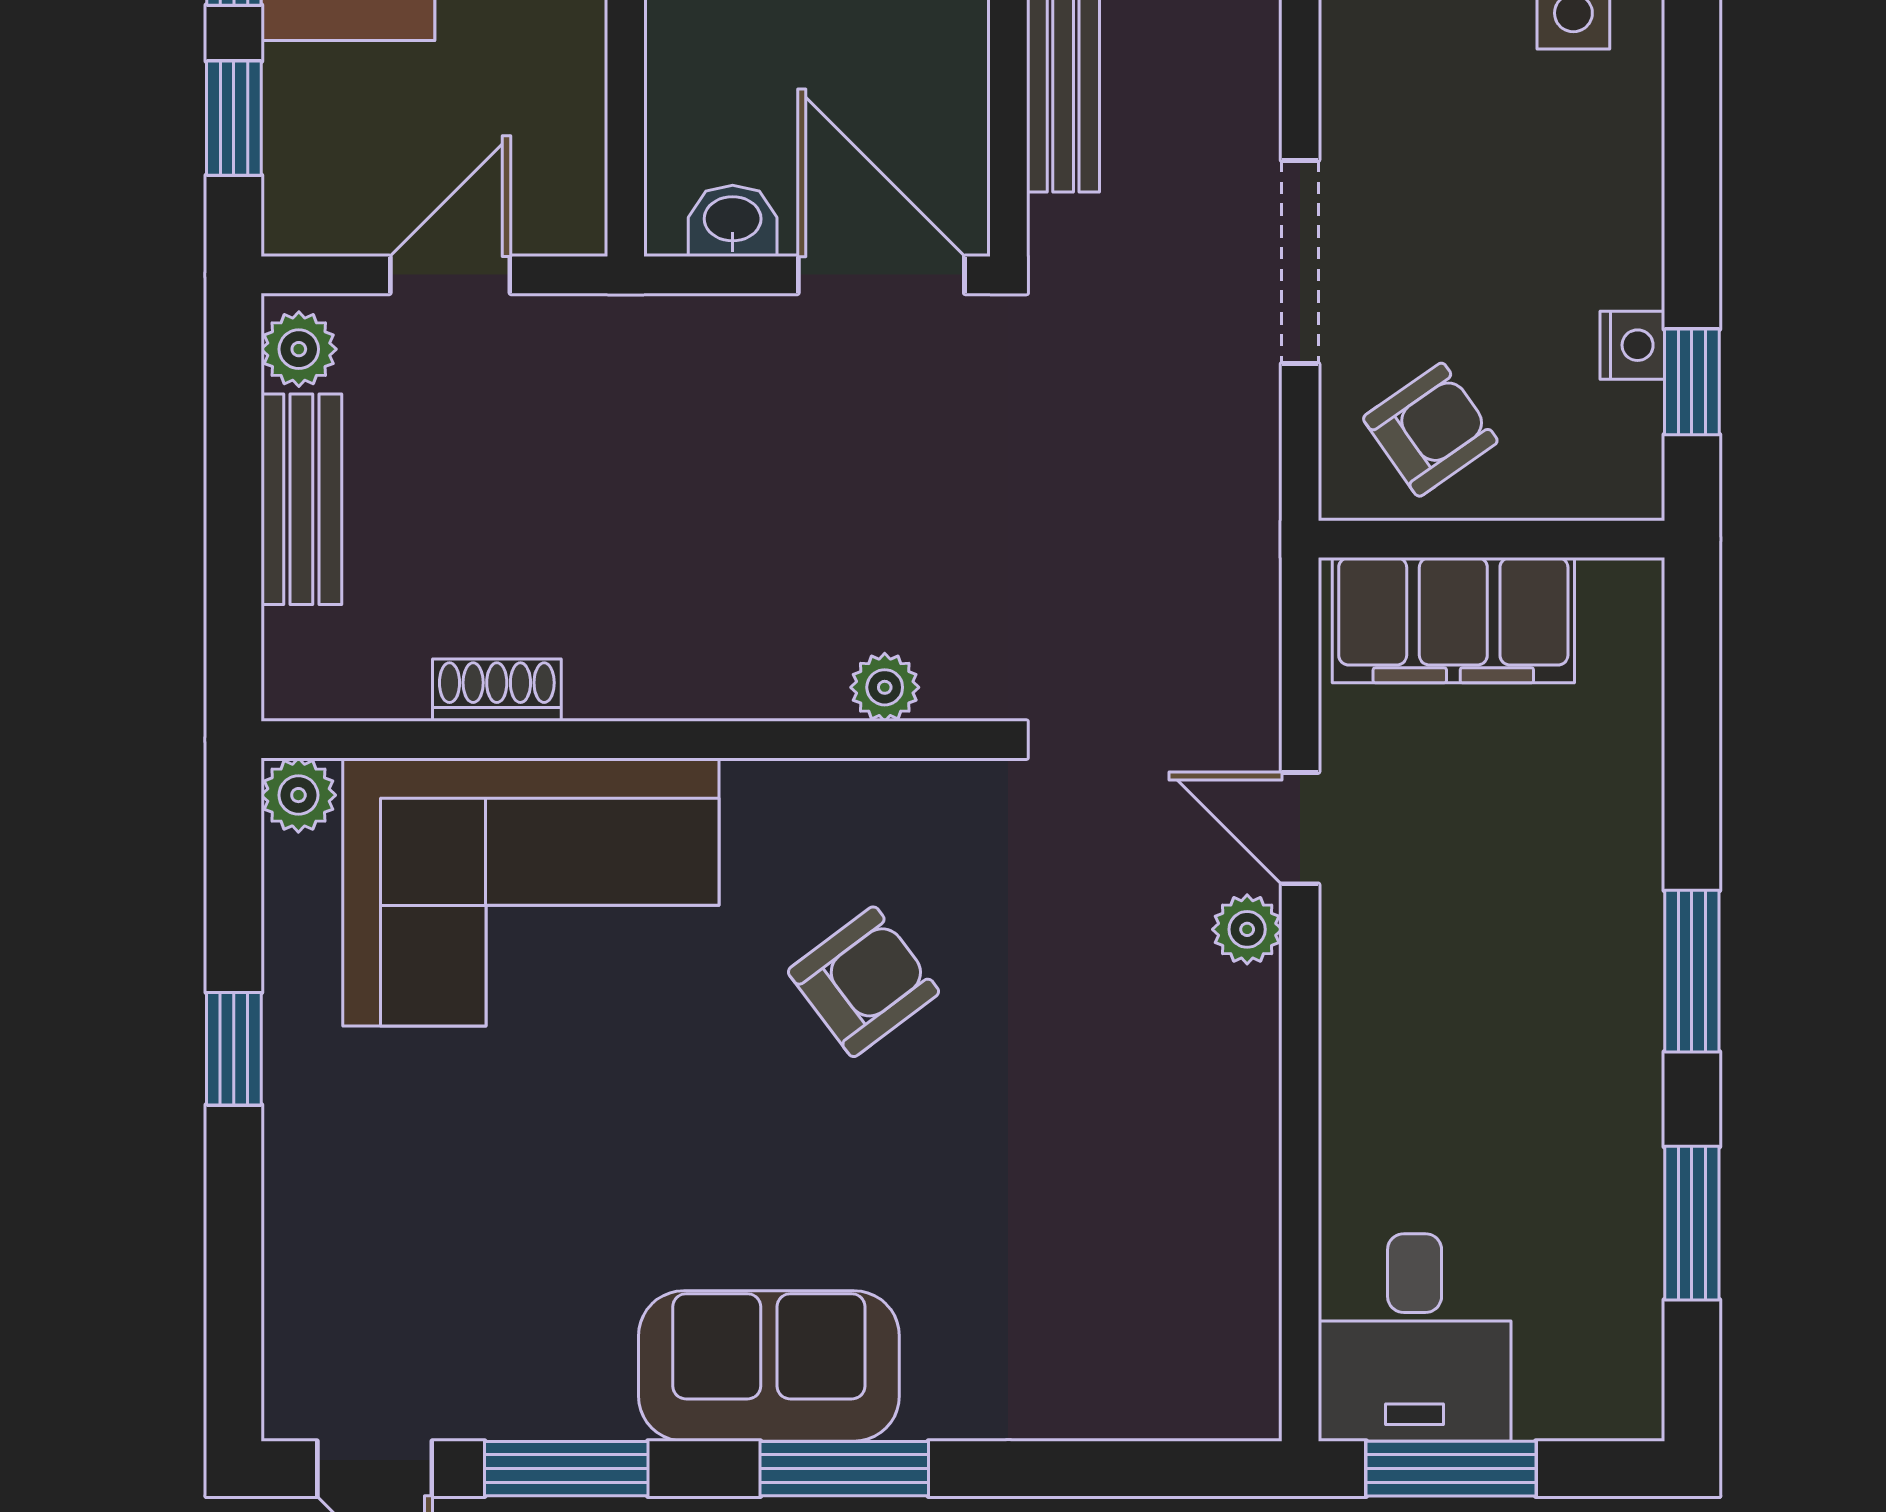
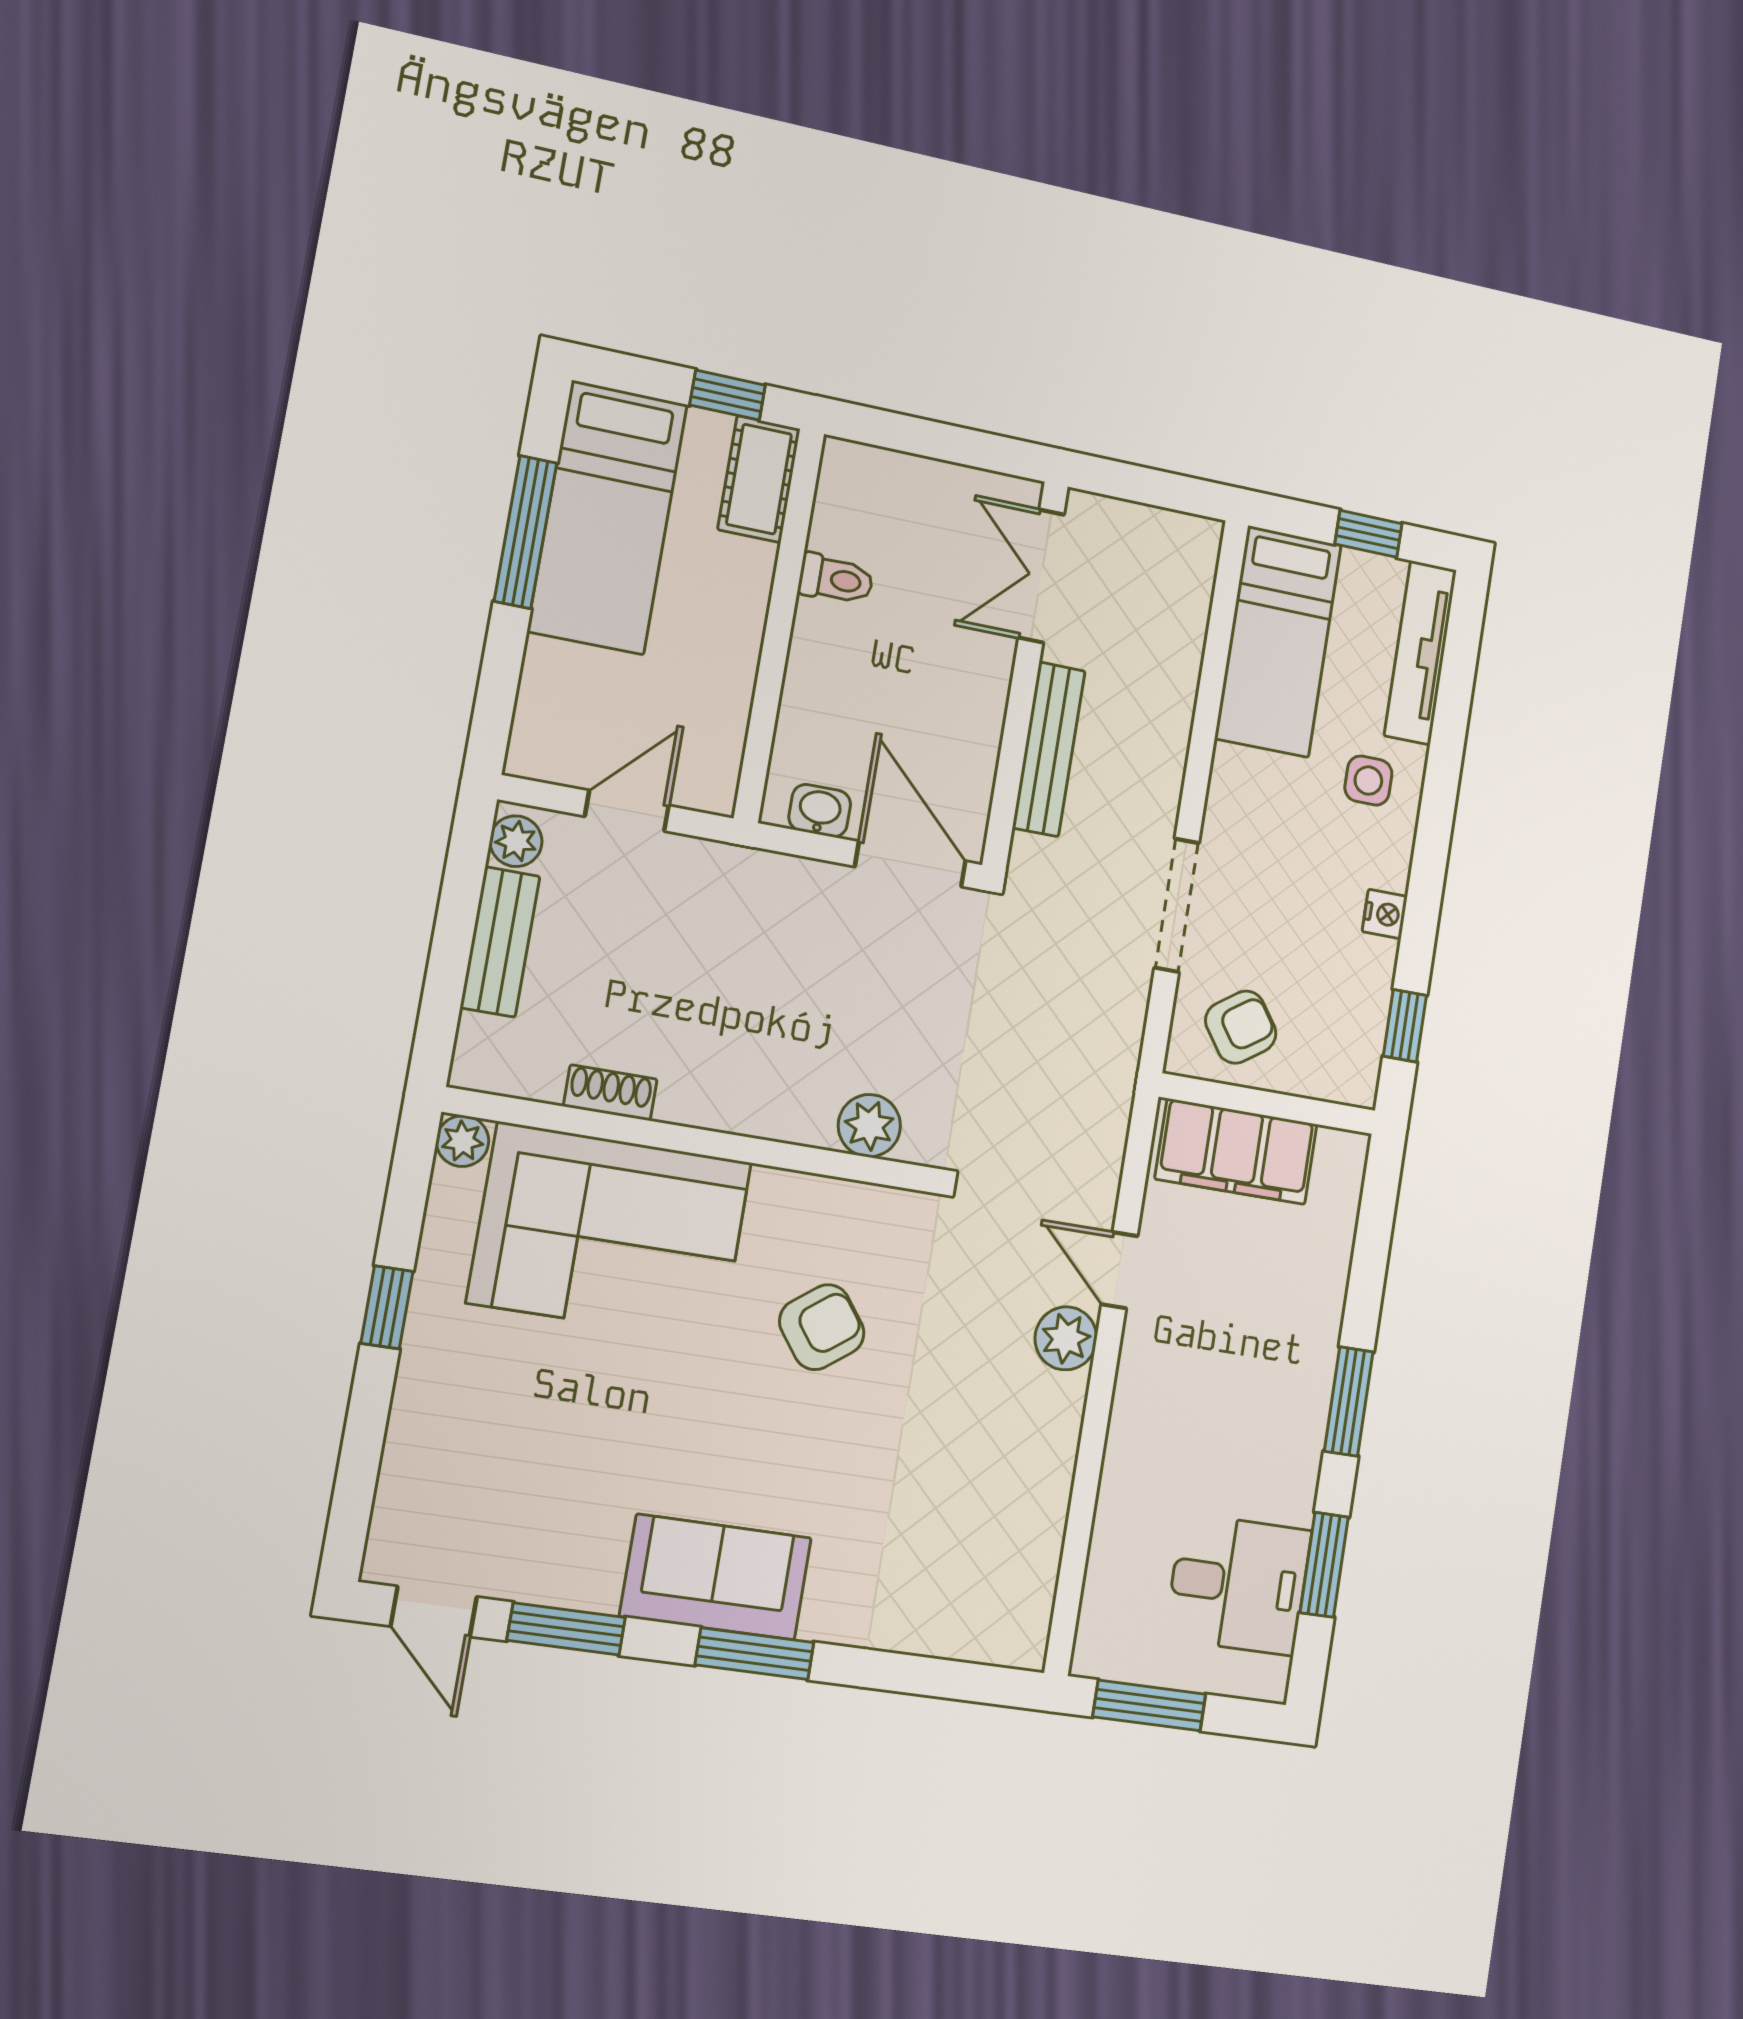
window: (234, 118) -> (499, 679), removed
nightstand: (1632, 345) -> (1385, 914), moved
plant: (885, 687) -> (869, 1126), width x1.38, depth x1.38
plant: (1247, 929) -> (1066, 1338), width x1.38, depth x1.38
desk: (1415, 1337) -> (1238, 1584), moved, turned -90

